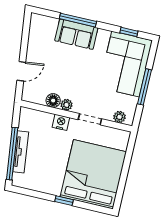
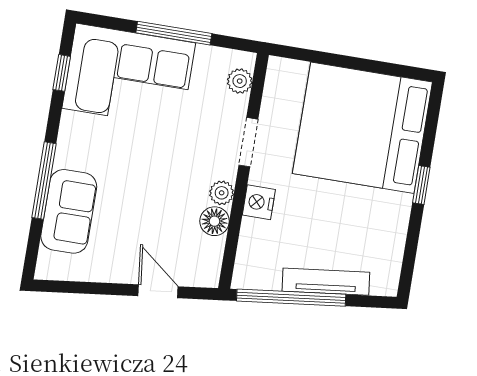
sofa: (76, 34) -> (69, 211), moved
window: (12, 154) -> (291, 298), moved

